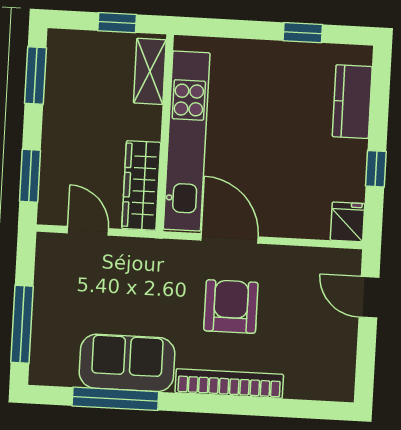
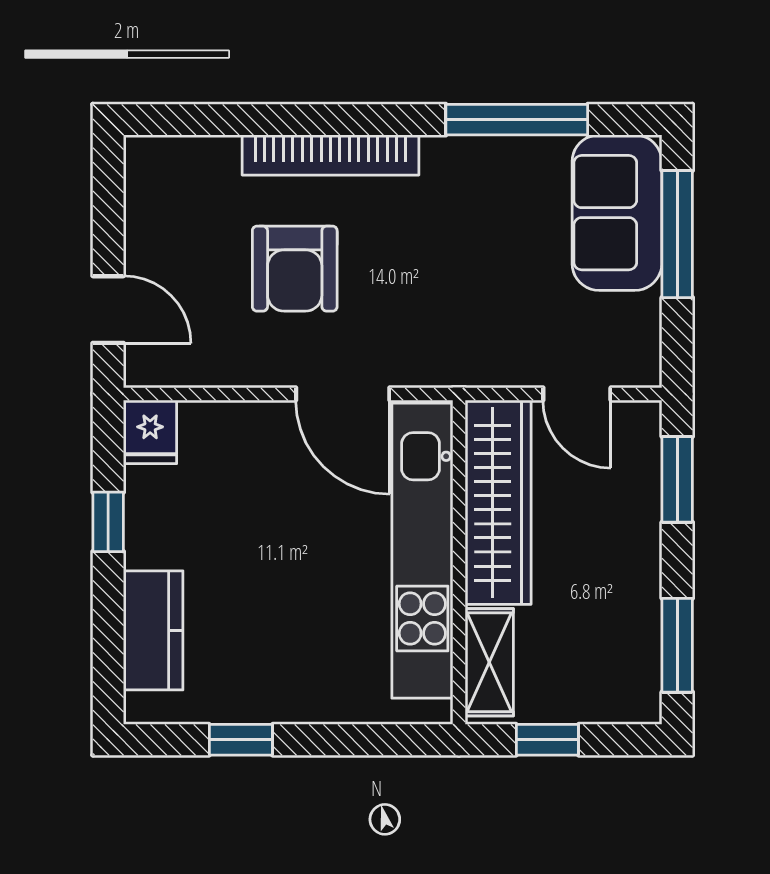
wardrobe: (141, 185) -> (498, 503), width x1.40, depth x1.17
armchair: (231, 307) -> (295, 269), moved
sofa: (127, 363) -> (617, 213), moved, turned 90

